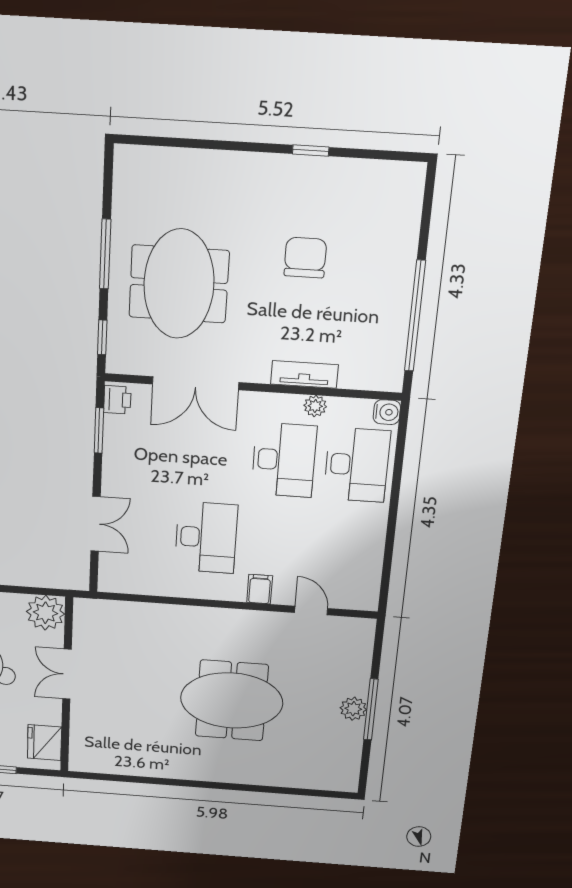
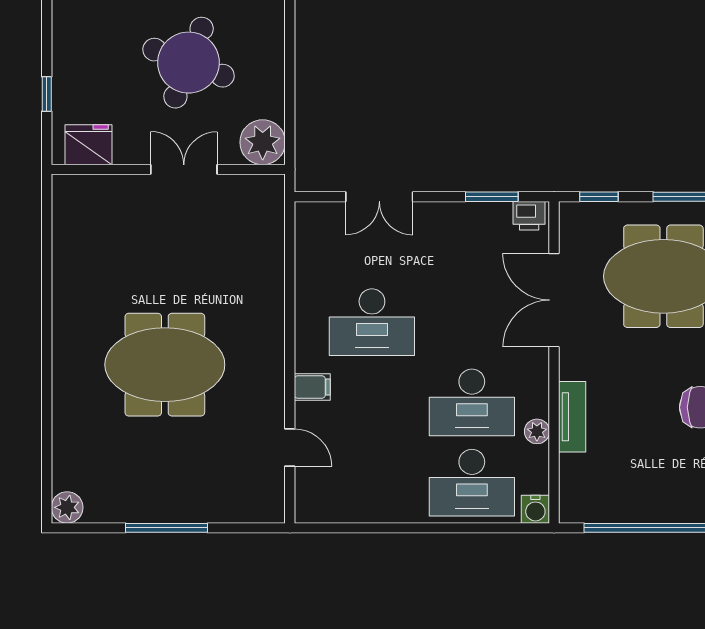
door: (311, 611) -> (290, 448), hinge flipped
meeting table: (232, 701) -> (165, 365), turned 90
plant: (353, 709) -> (67, 507), moved

